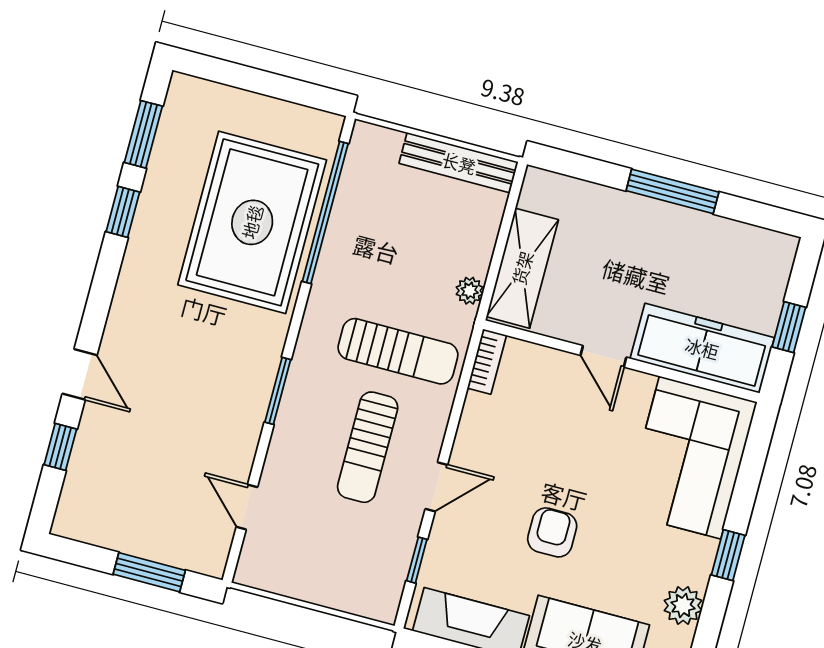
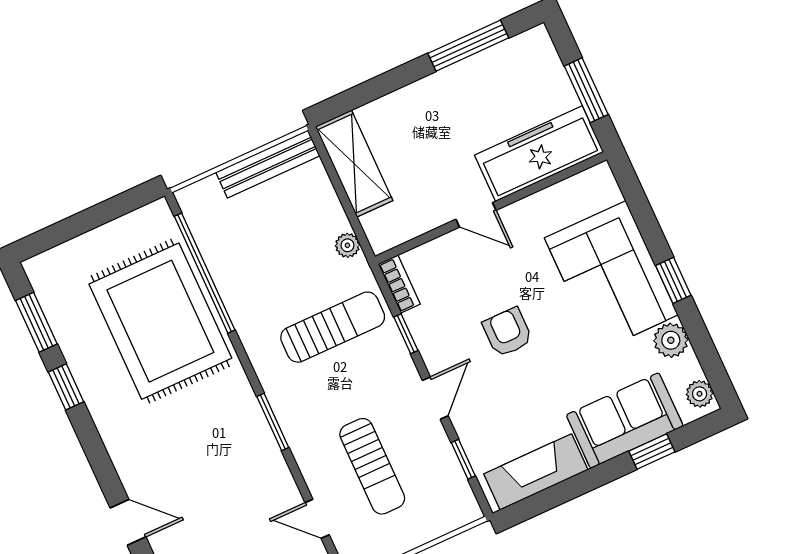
window: (672, 191) -> (468, 46), moved
shelving: (522, 268) -> (354, 164), moved
window: (789, 327) -> (586, 90), width x1.50
window: (457, 410) -> (406, 334), added
sun lounger: (368, 447) -> (372, 466), moved
corner sofa: (690, 458) -> (611, 276), moved
armchair: (552, 532) -> (508, 332), moved

